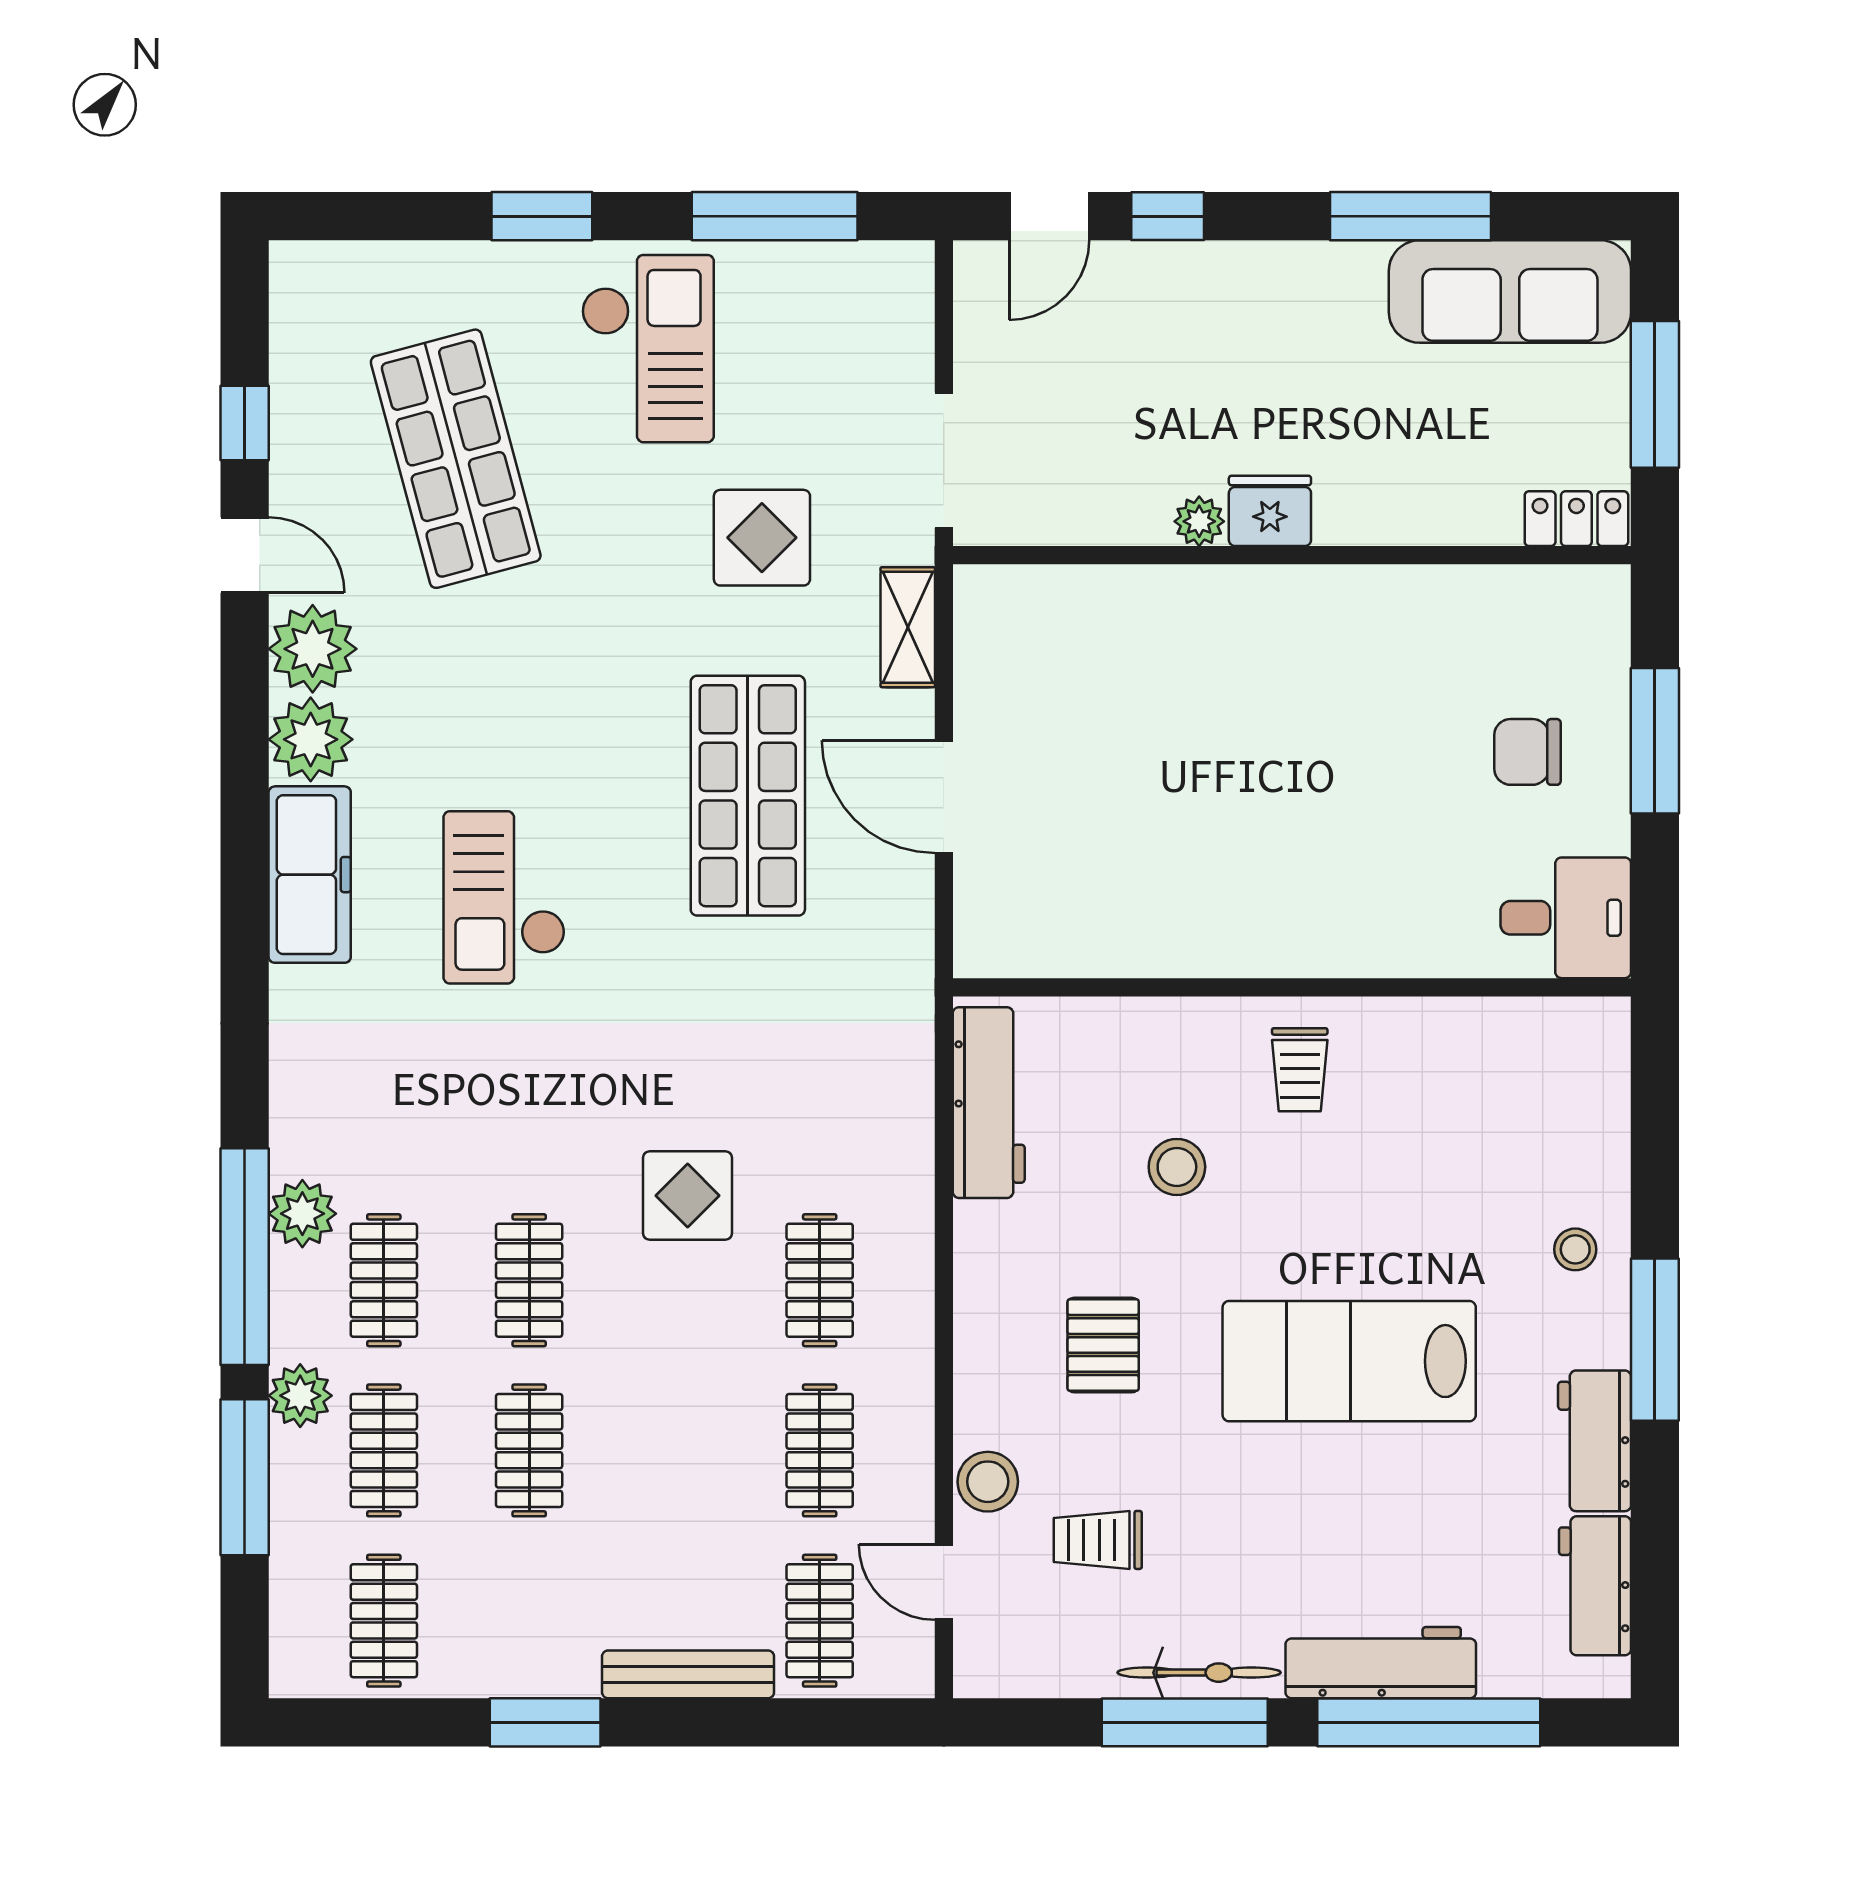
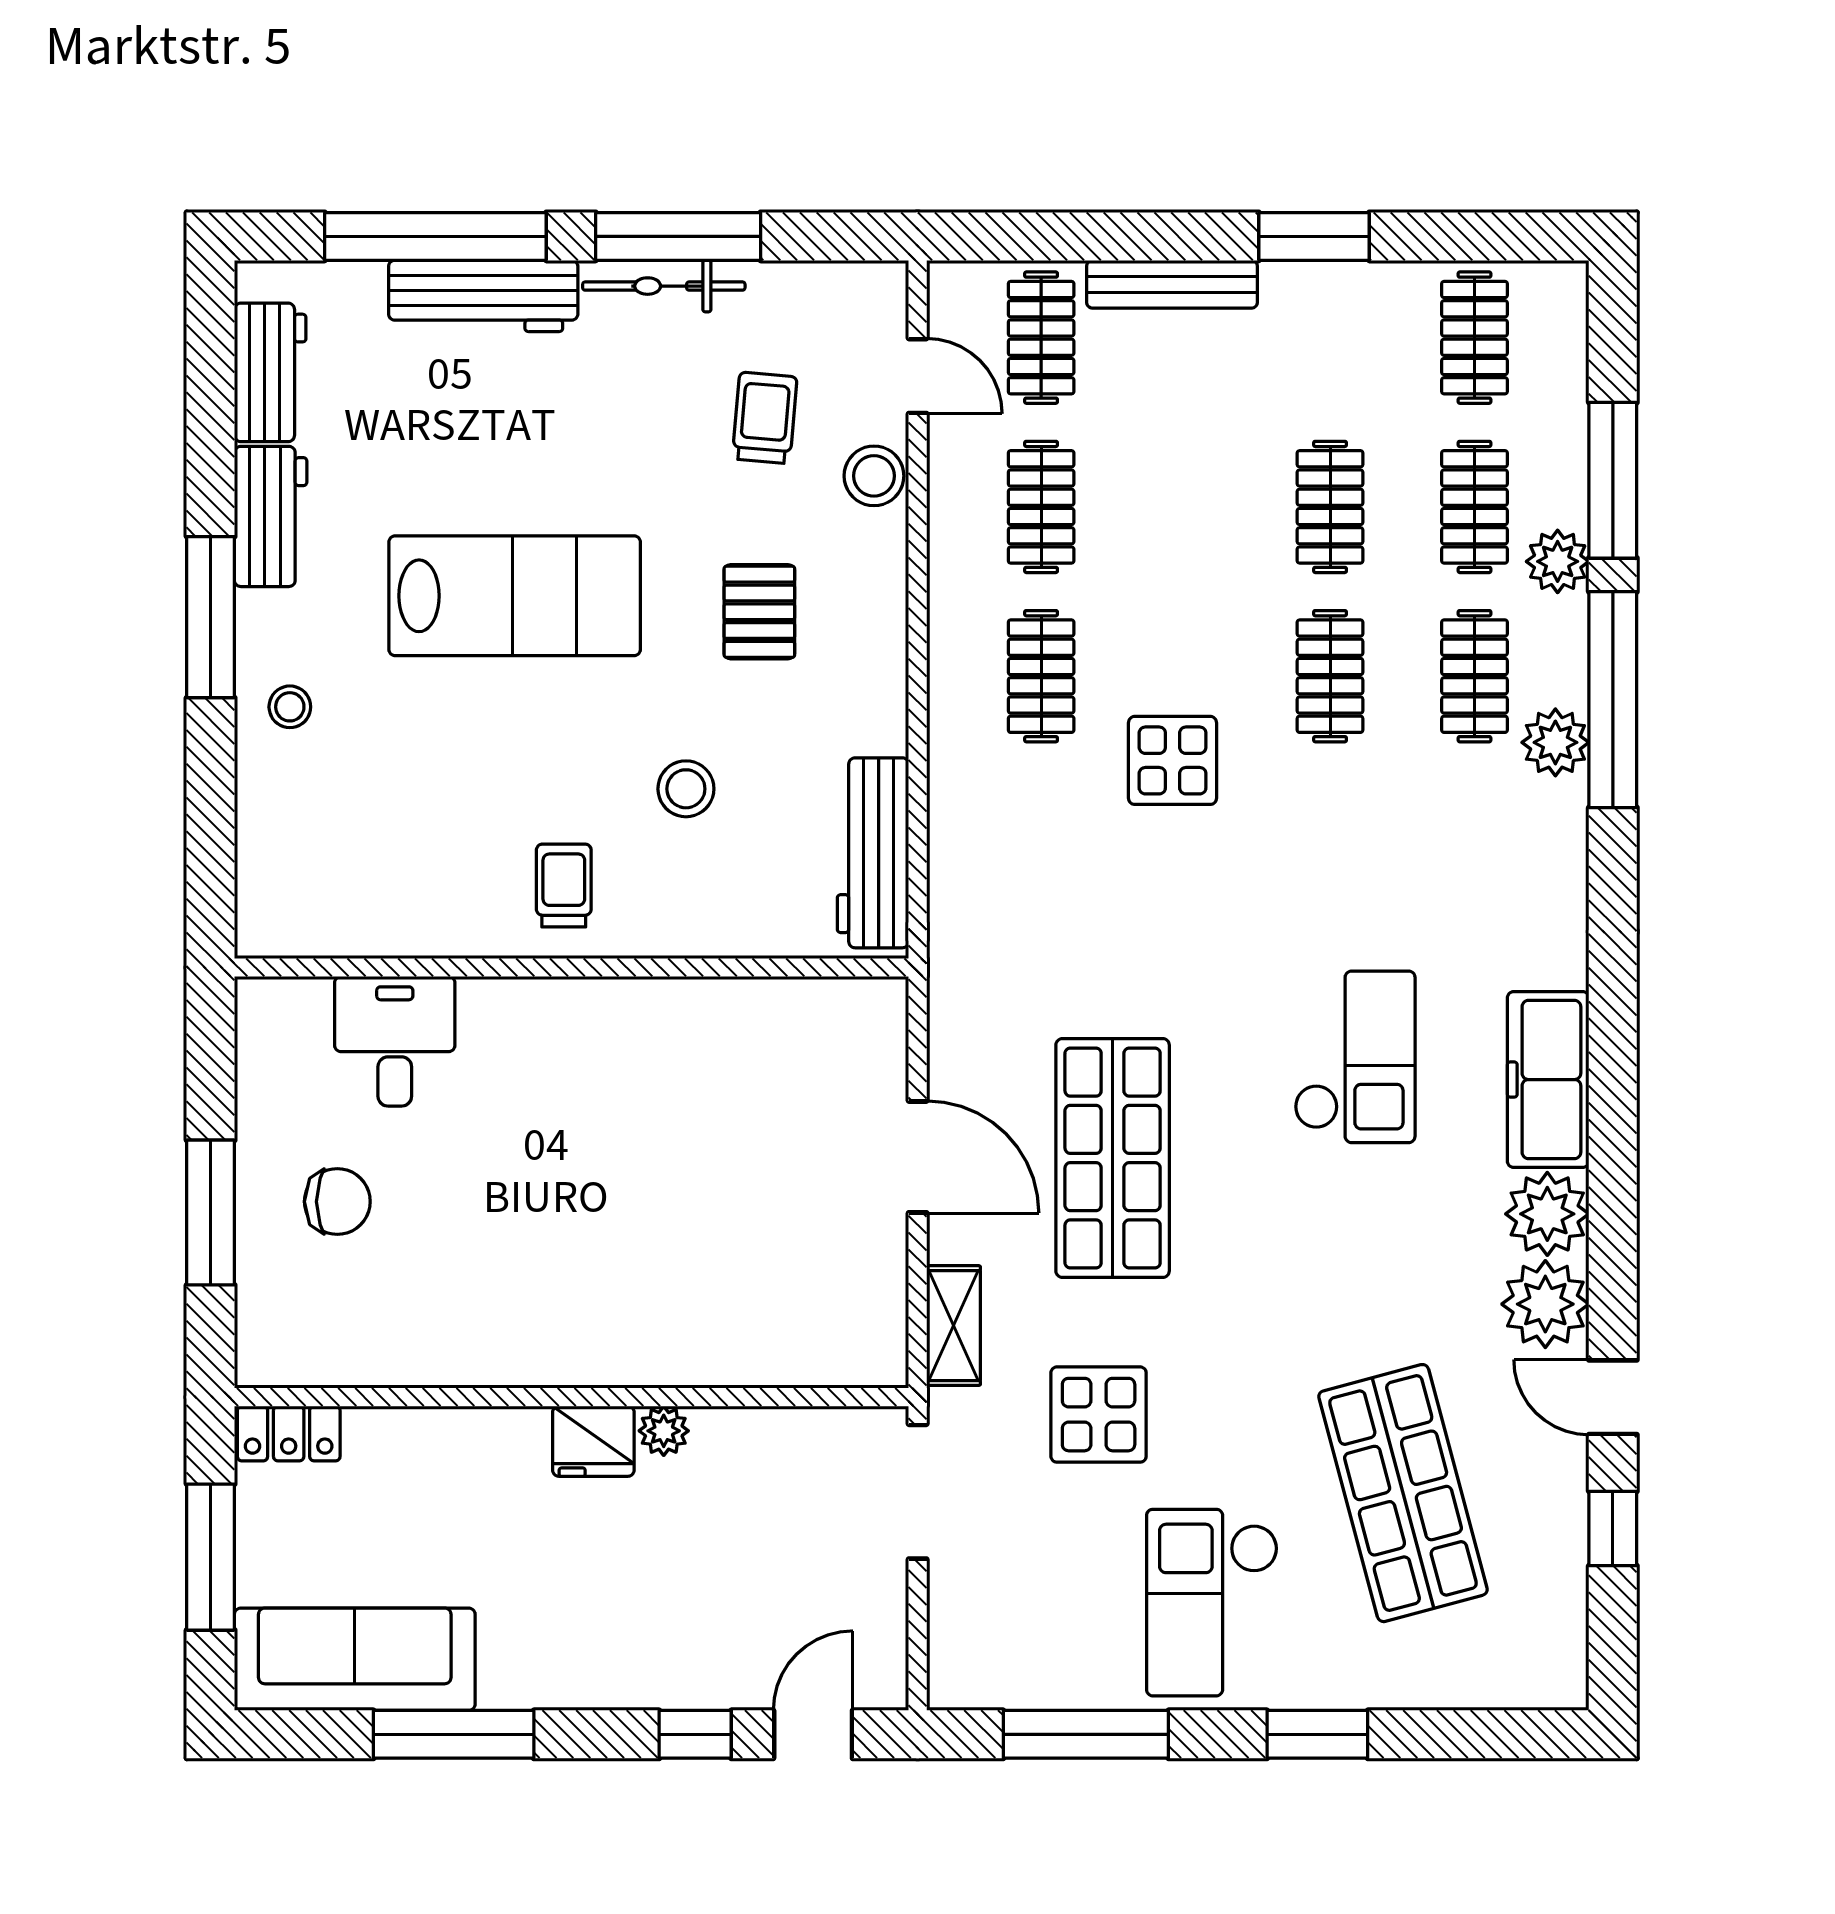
desk: (1566, 918) -> (395, 1041), moved, turned 90
trolley: (1098, 1540) -> (765, 418), turned -85

